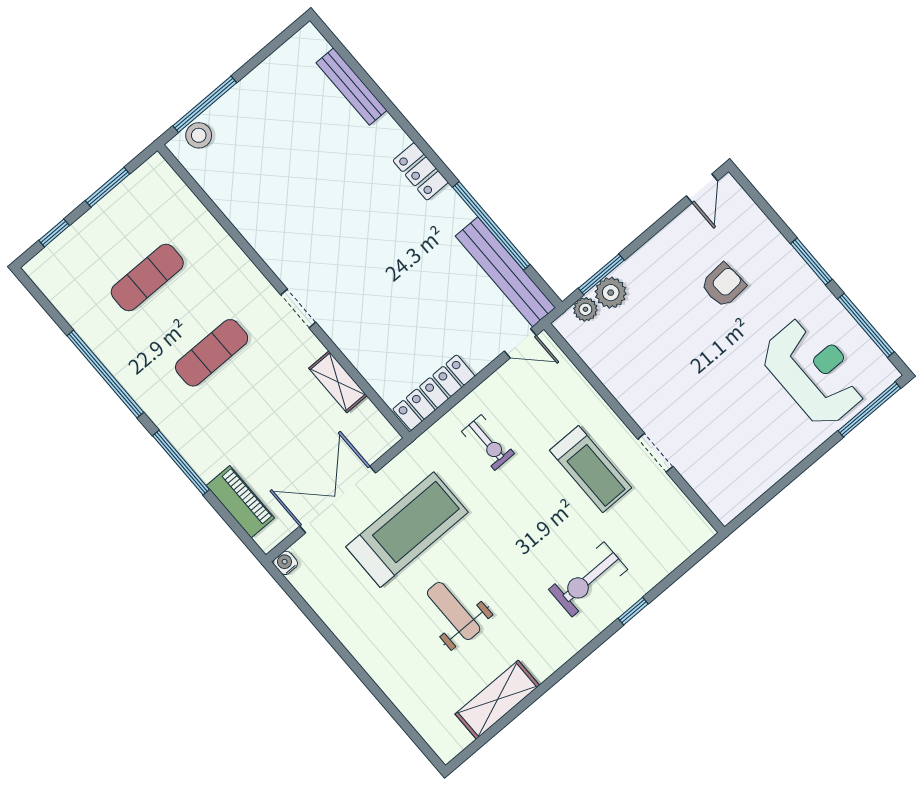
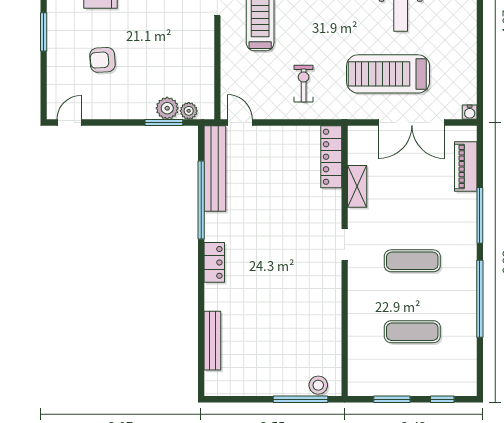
locker: (434, 393) -> (331, 157), moved, turned 90

